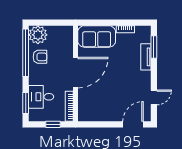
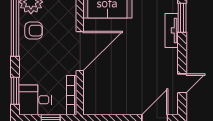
desk: (41, 97) -> (35, 100), moved

